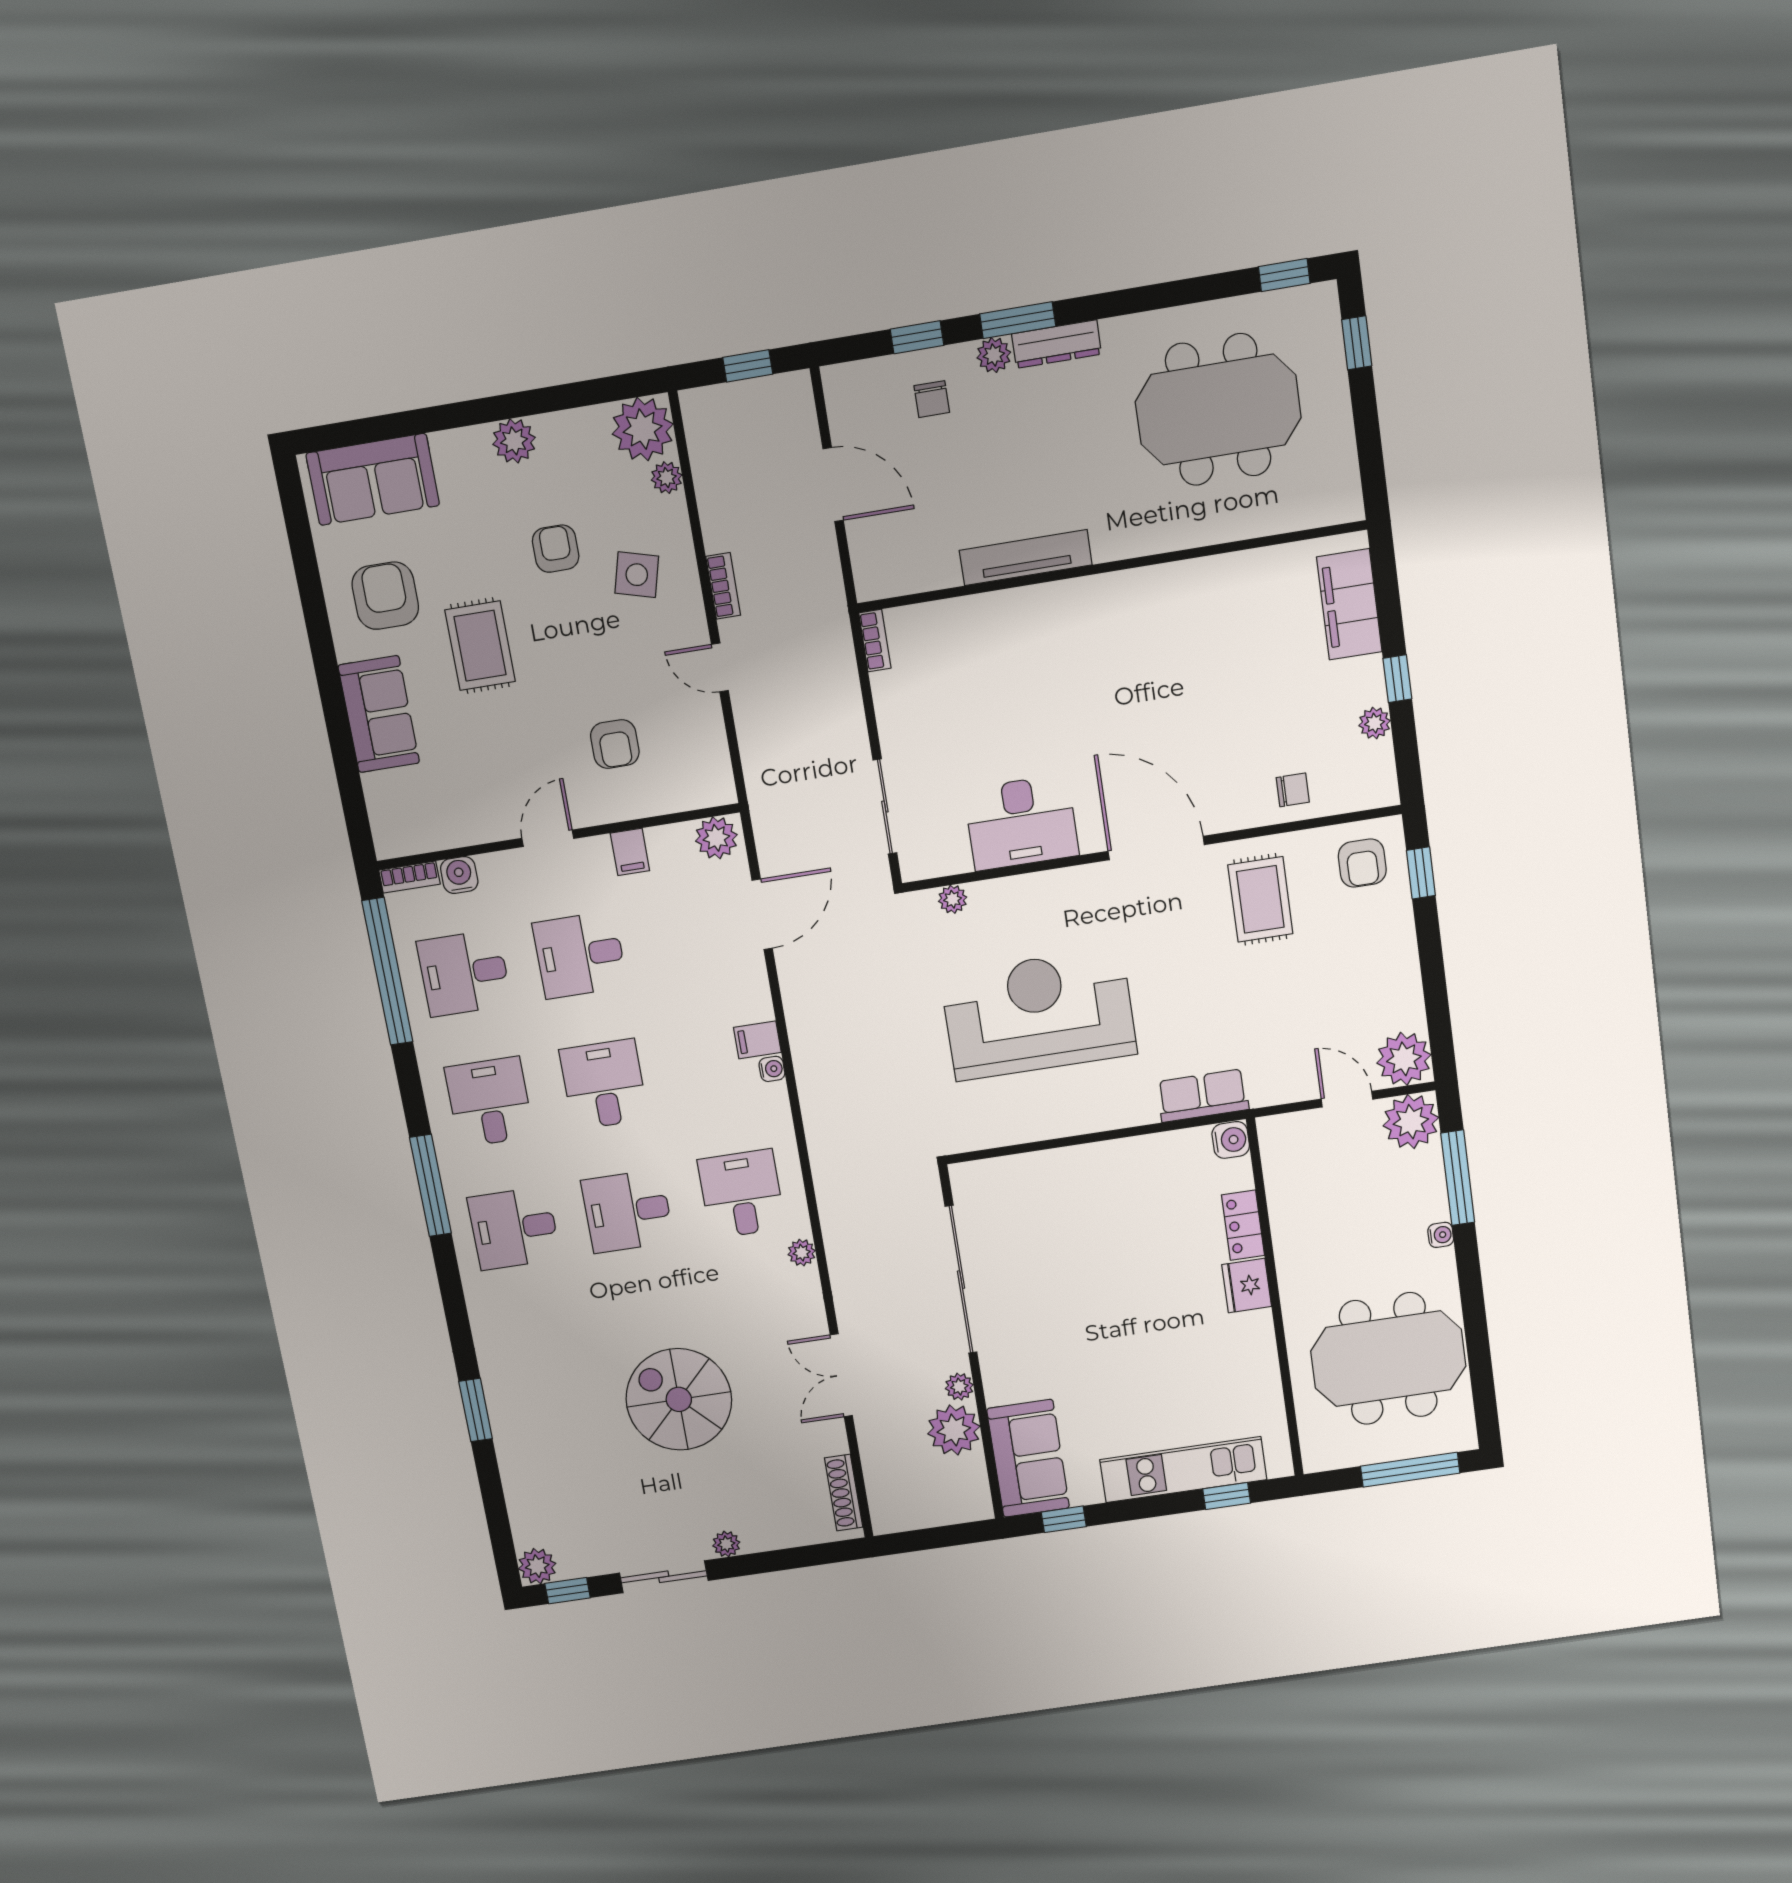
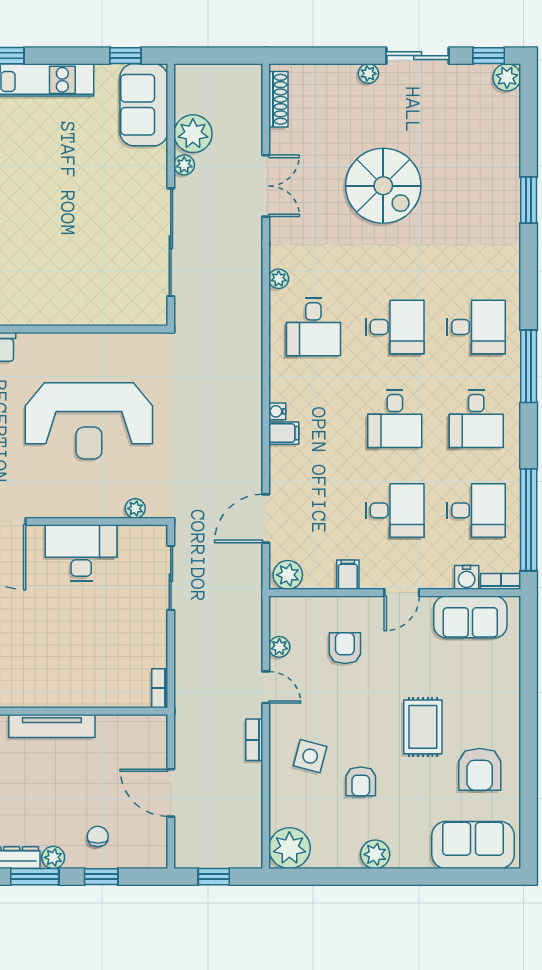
plant: (667, 478) -> (279, 647), moved
sofa: (379, 714) -> (470, 617), moved, turned -90

